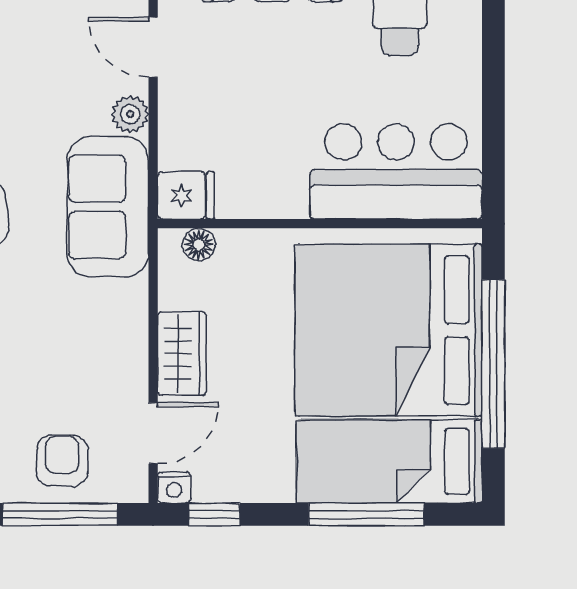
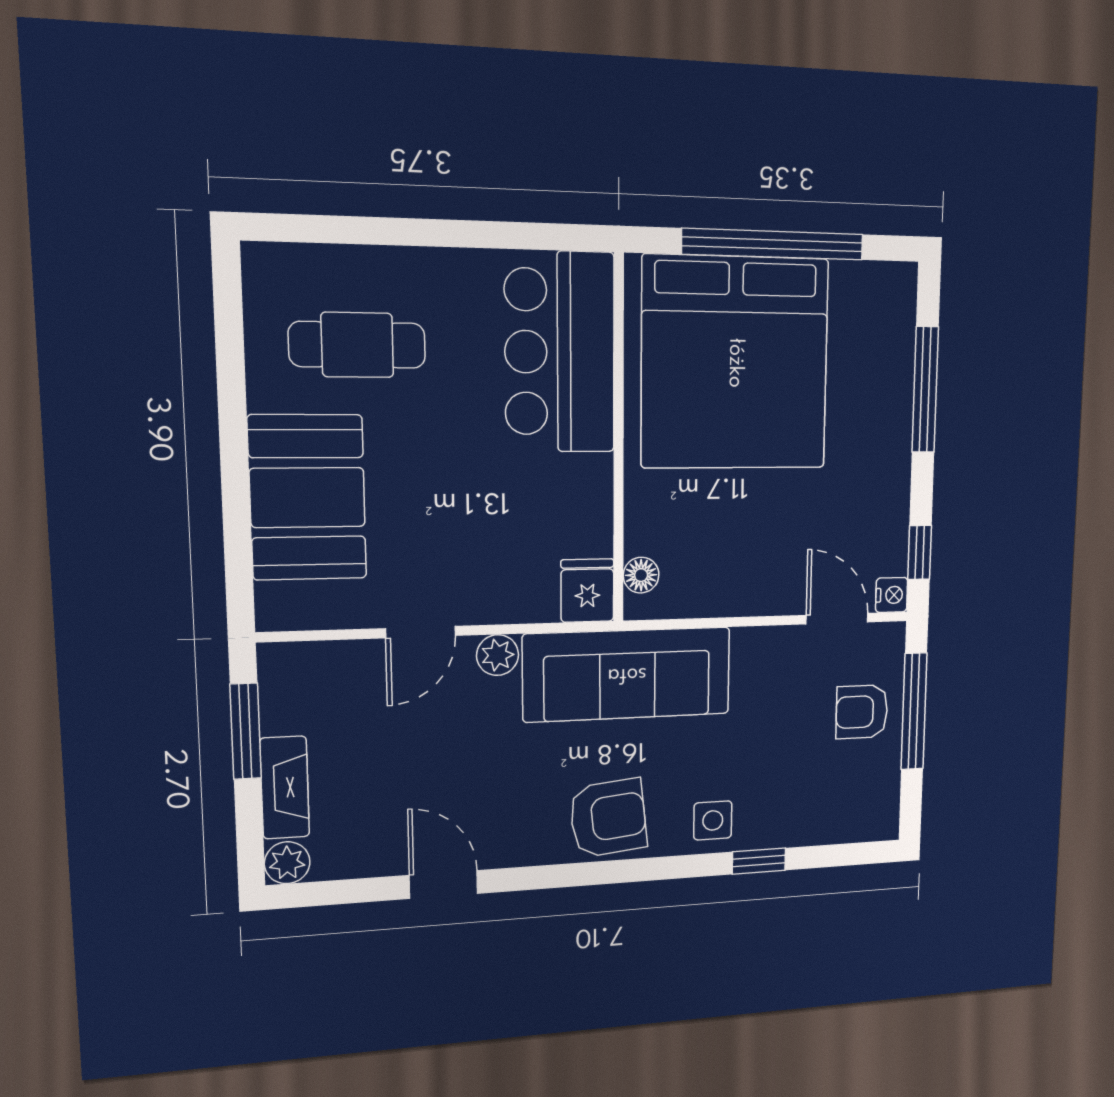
sofa: (108, 207) -> (627, 674), width x1.36
wardrobe: (182, 354) -> (756, 590), removed
bed: (389, 461) -> (872, 364), removed

